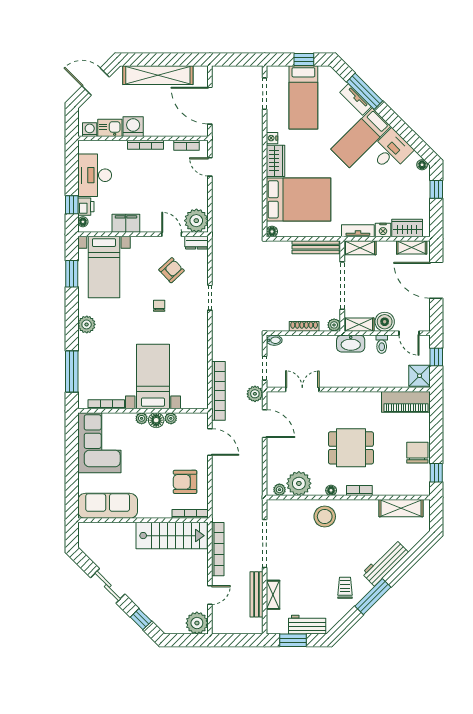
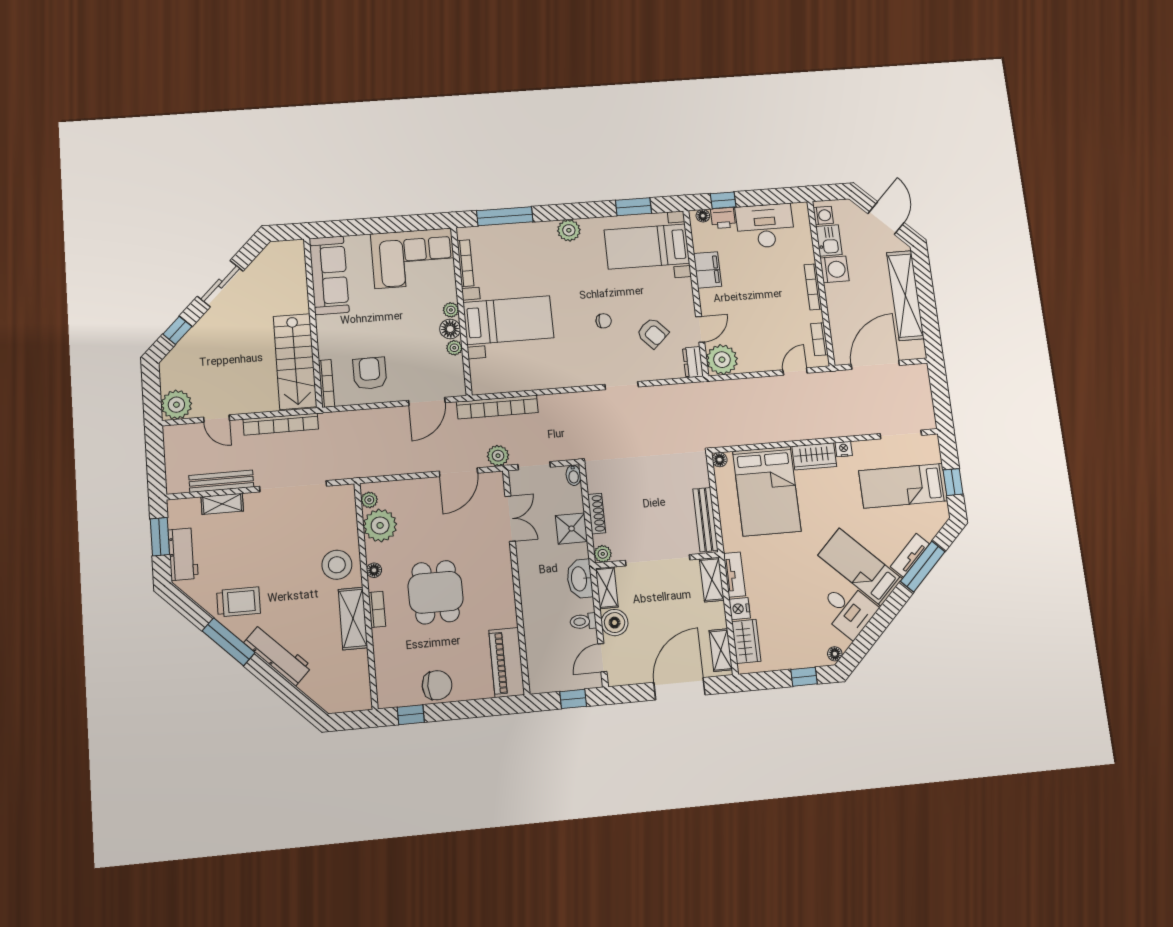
shower: (420, 376) -> (572, 529), moved
shelving: (401, 508) -> (353, 618), moved
trolley: (345, 588) -> (238, 602), width x1.36, depth x1.39

